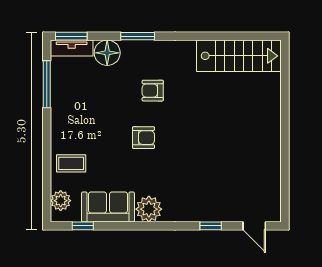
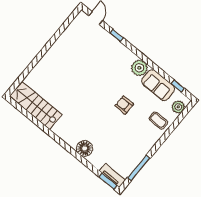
window: (138, 36) -> (76, 155), removed
floor lamp: (107, 53) -> (85, 148), moved
armchair: (153, 91) -> (91, 123), removed
armchair: (143, 138) -> (124, 105), moved

